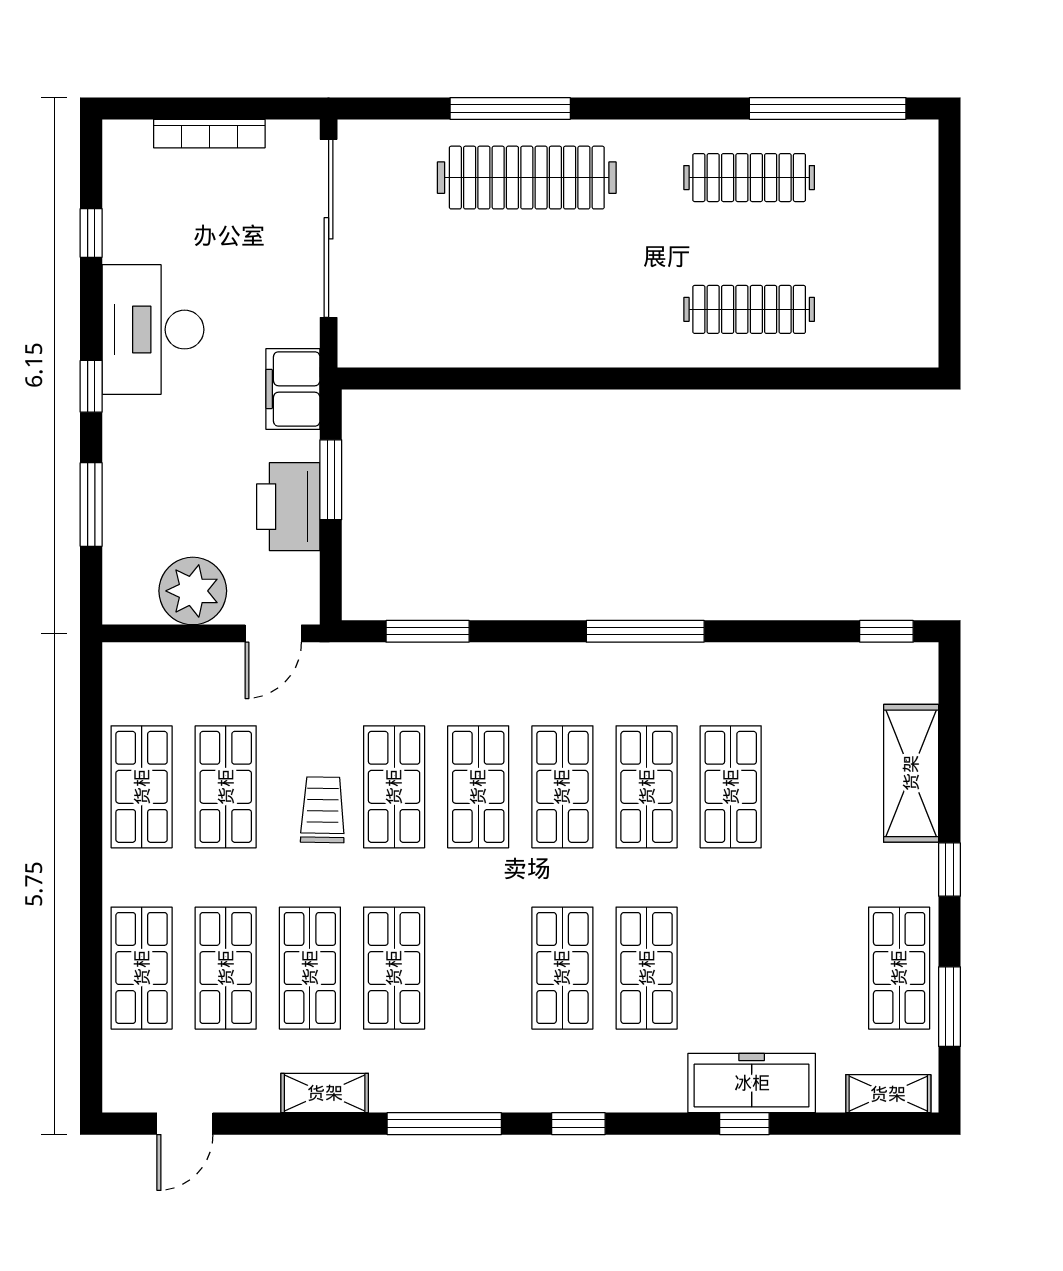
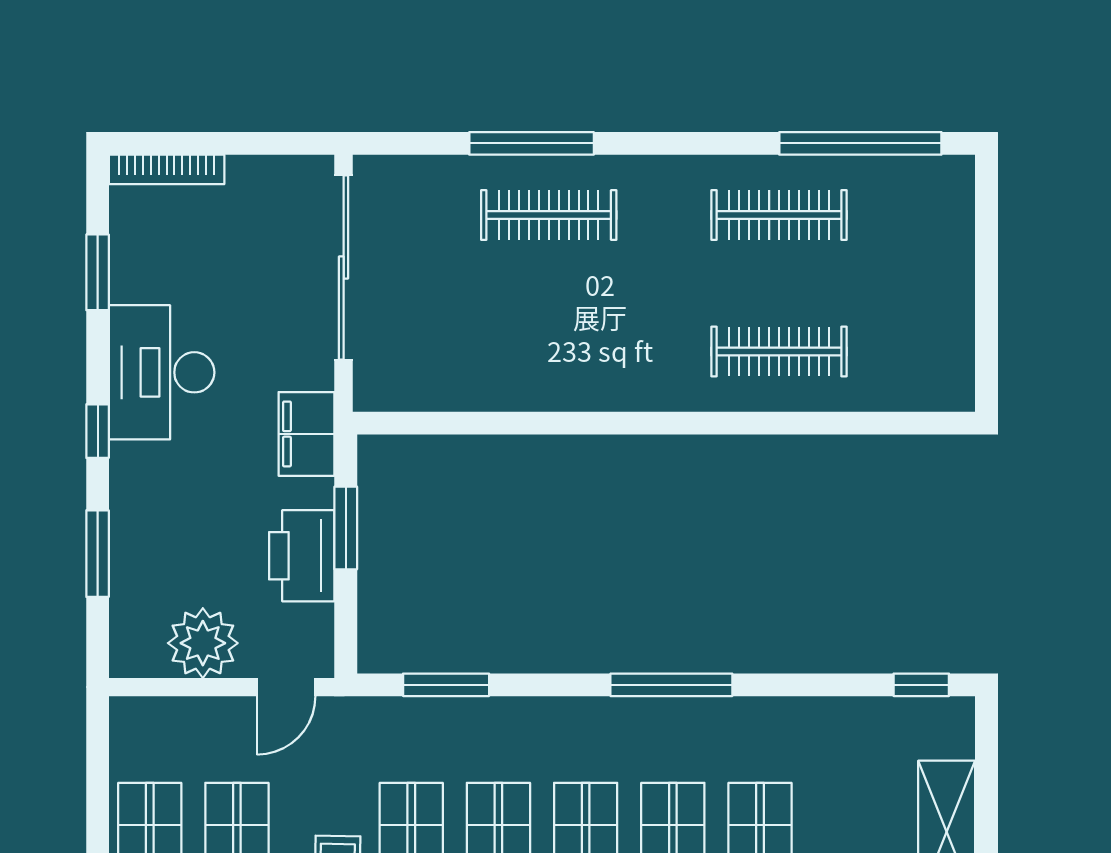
bookcase: (209, 134) -> (167, 169), moved
clothes rail: (527, 178) -> (549, 215), width x0.73, depth x0.76
window: (91, 233) -> (98, 272), width x1.50

